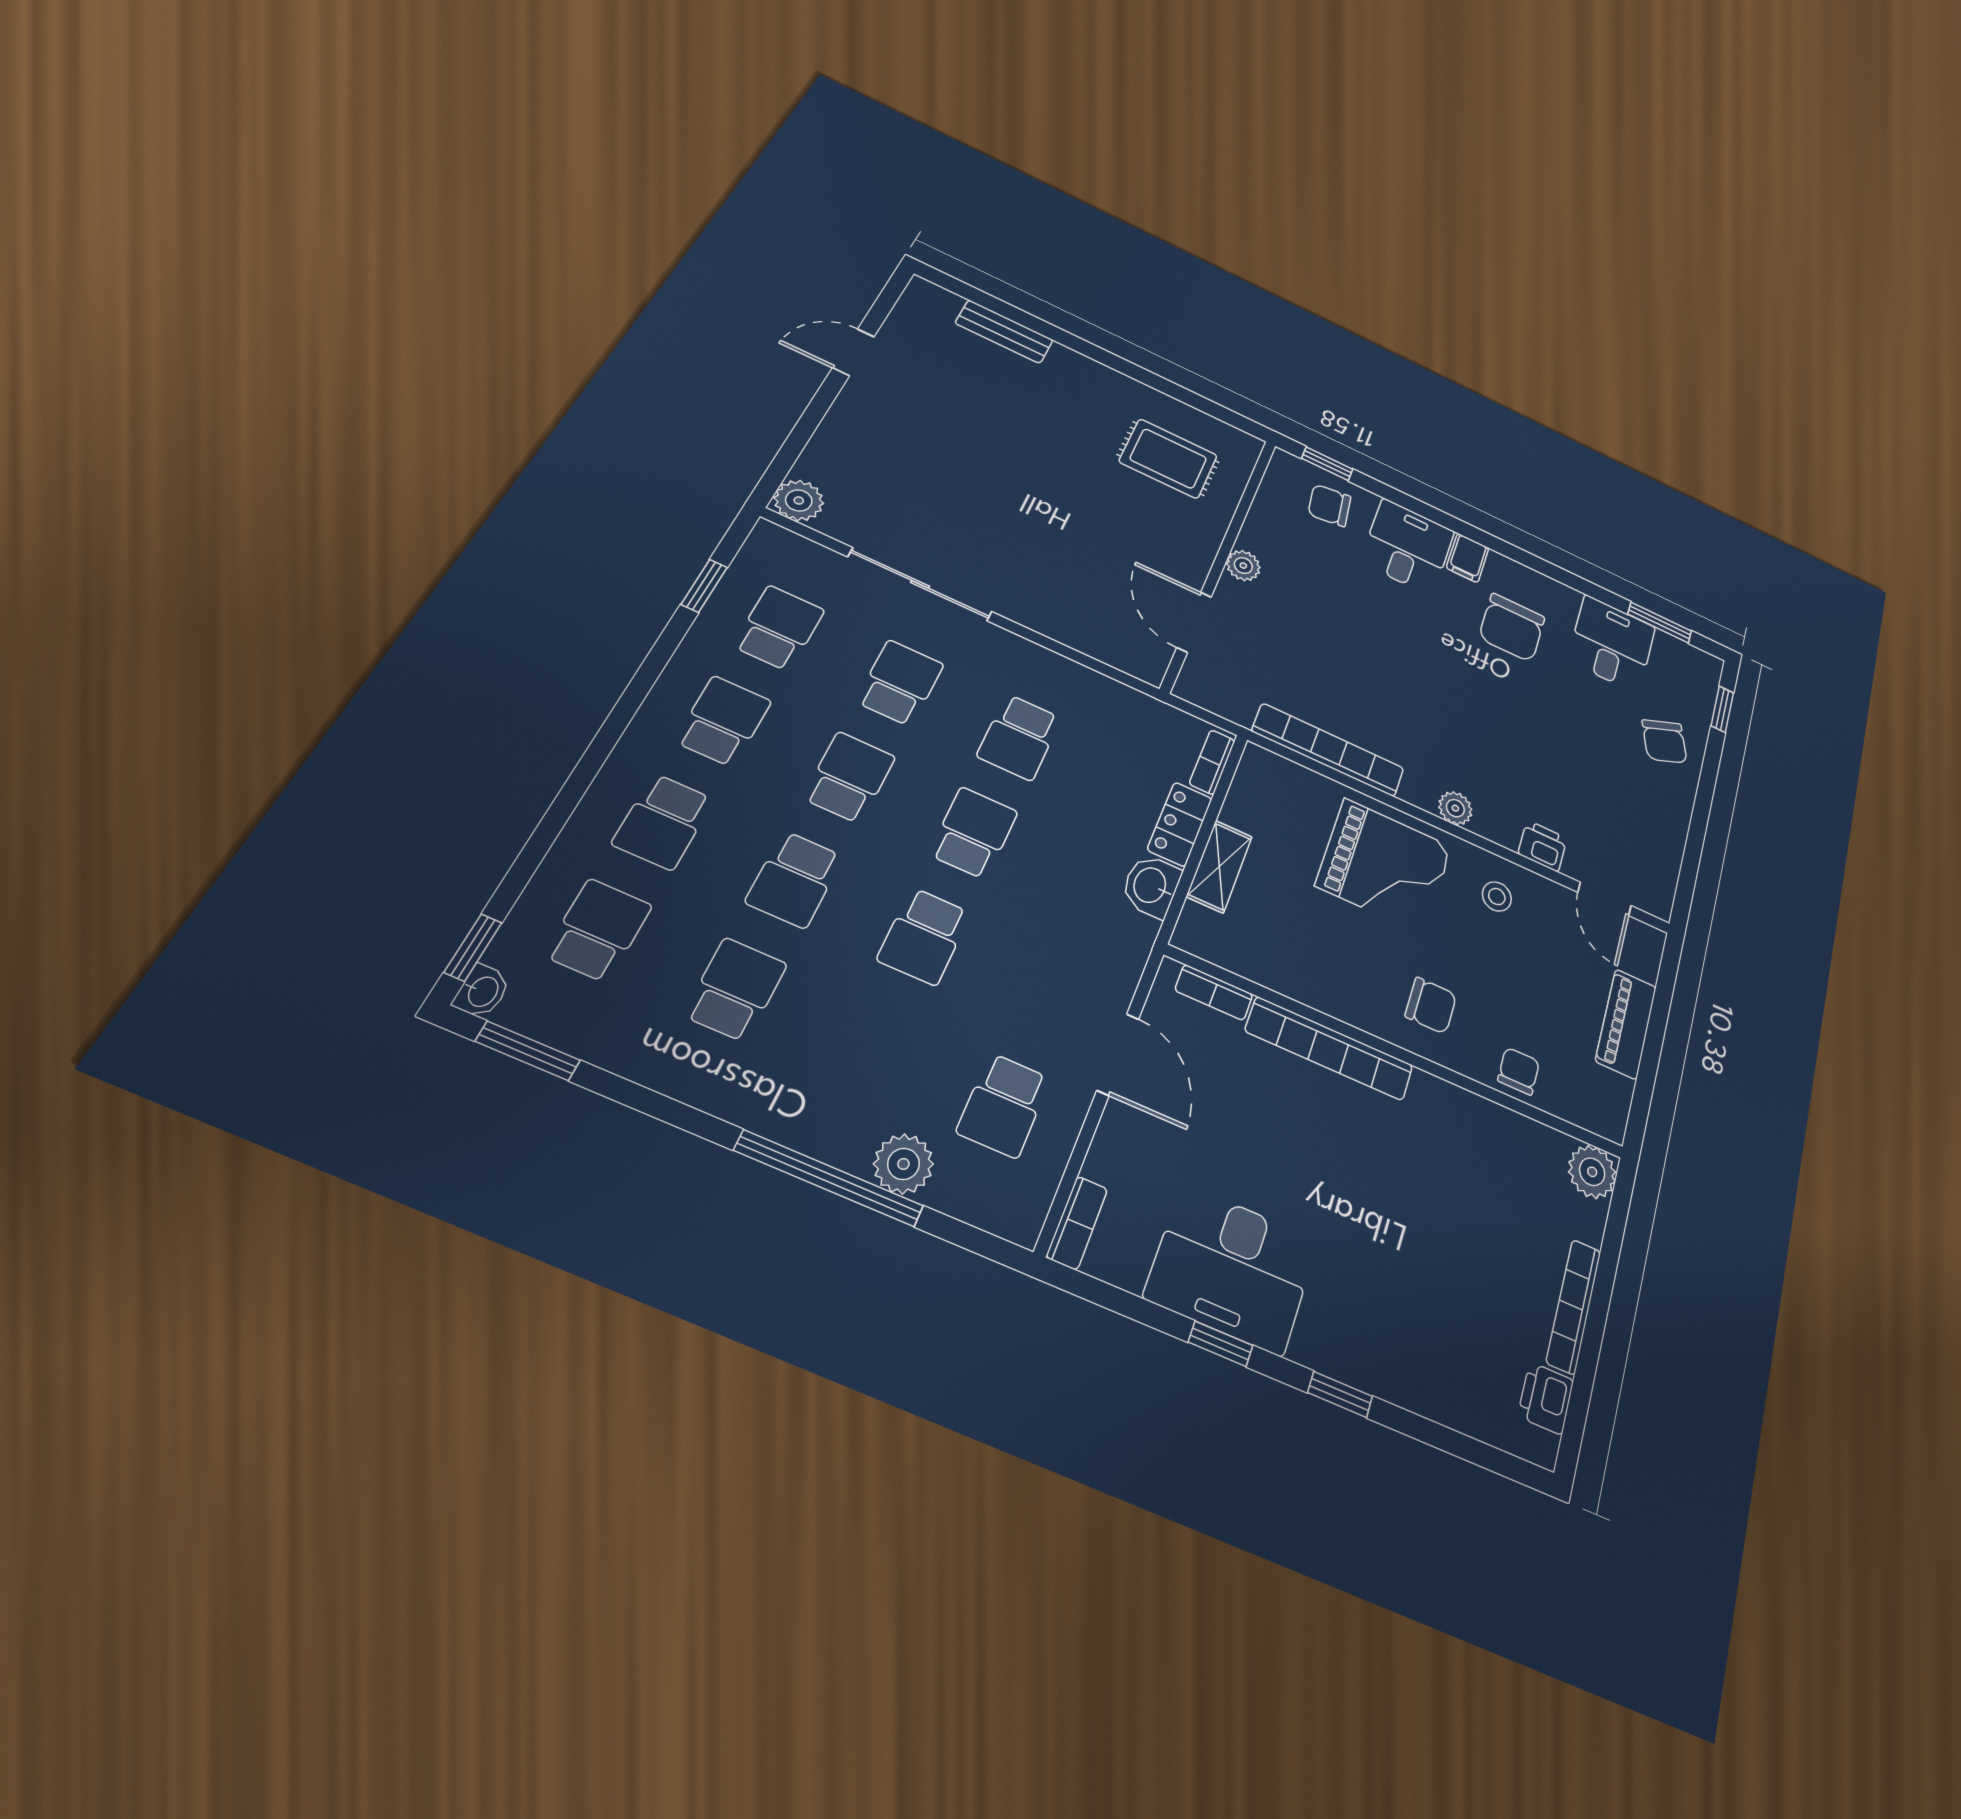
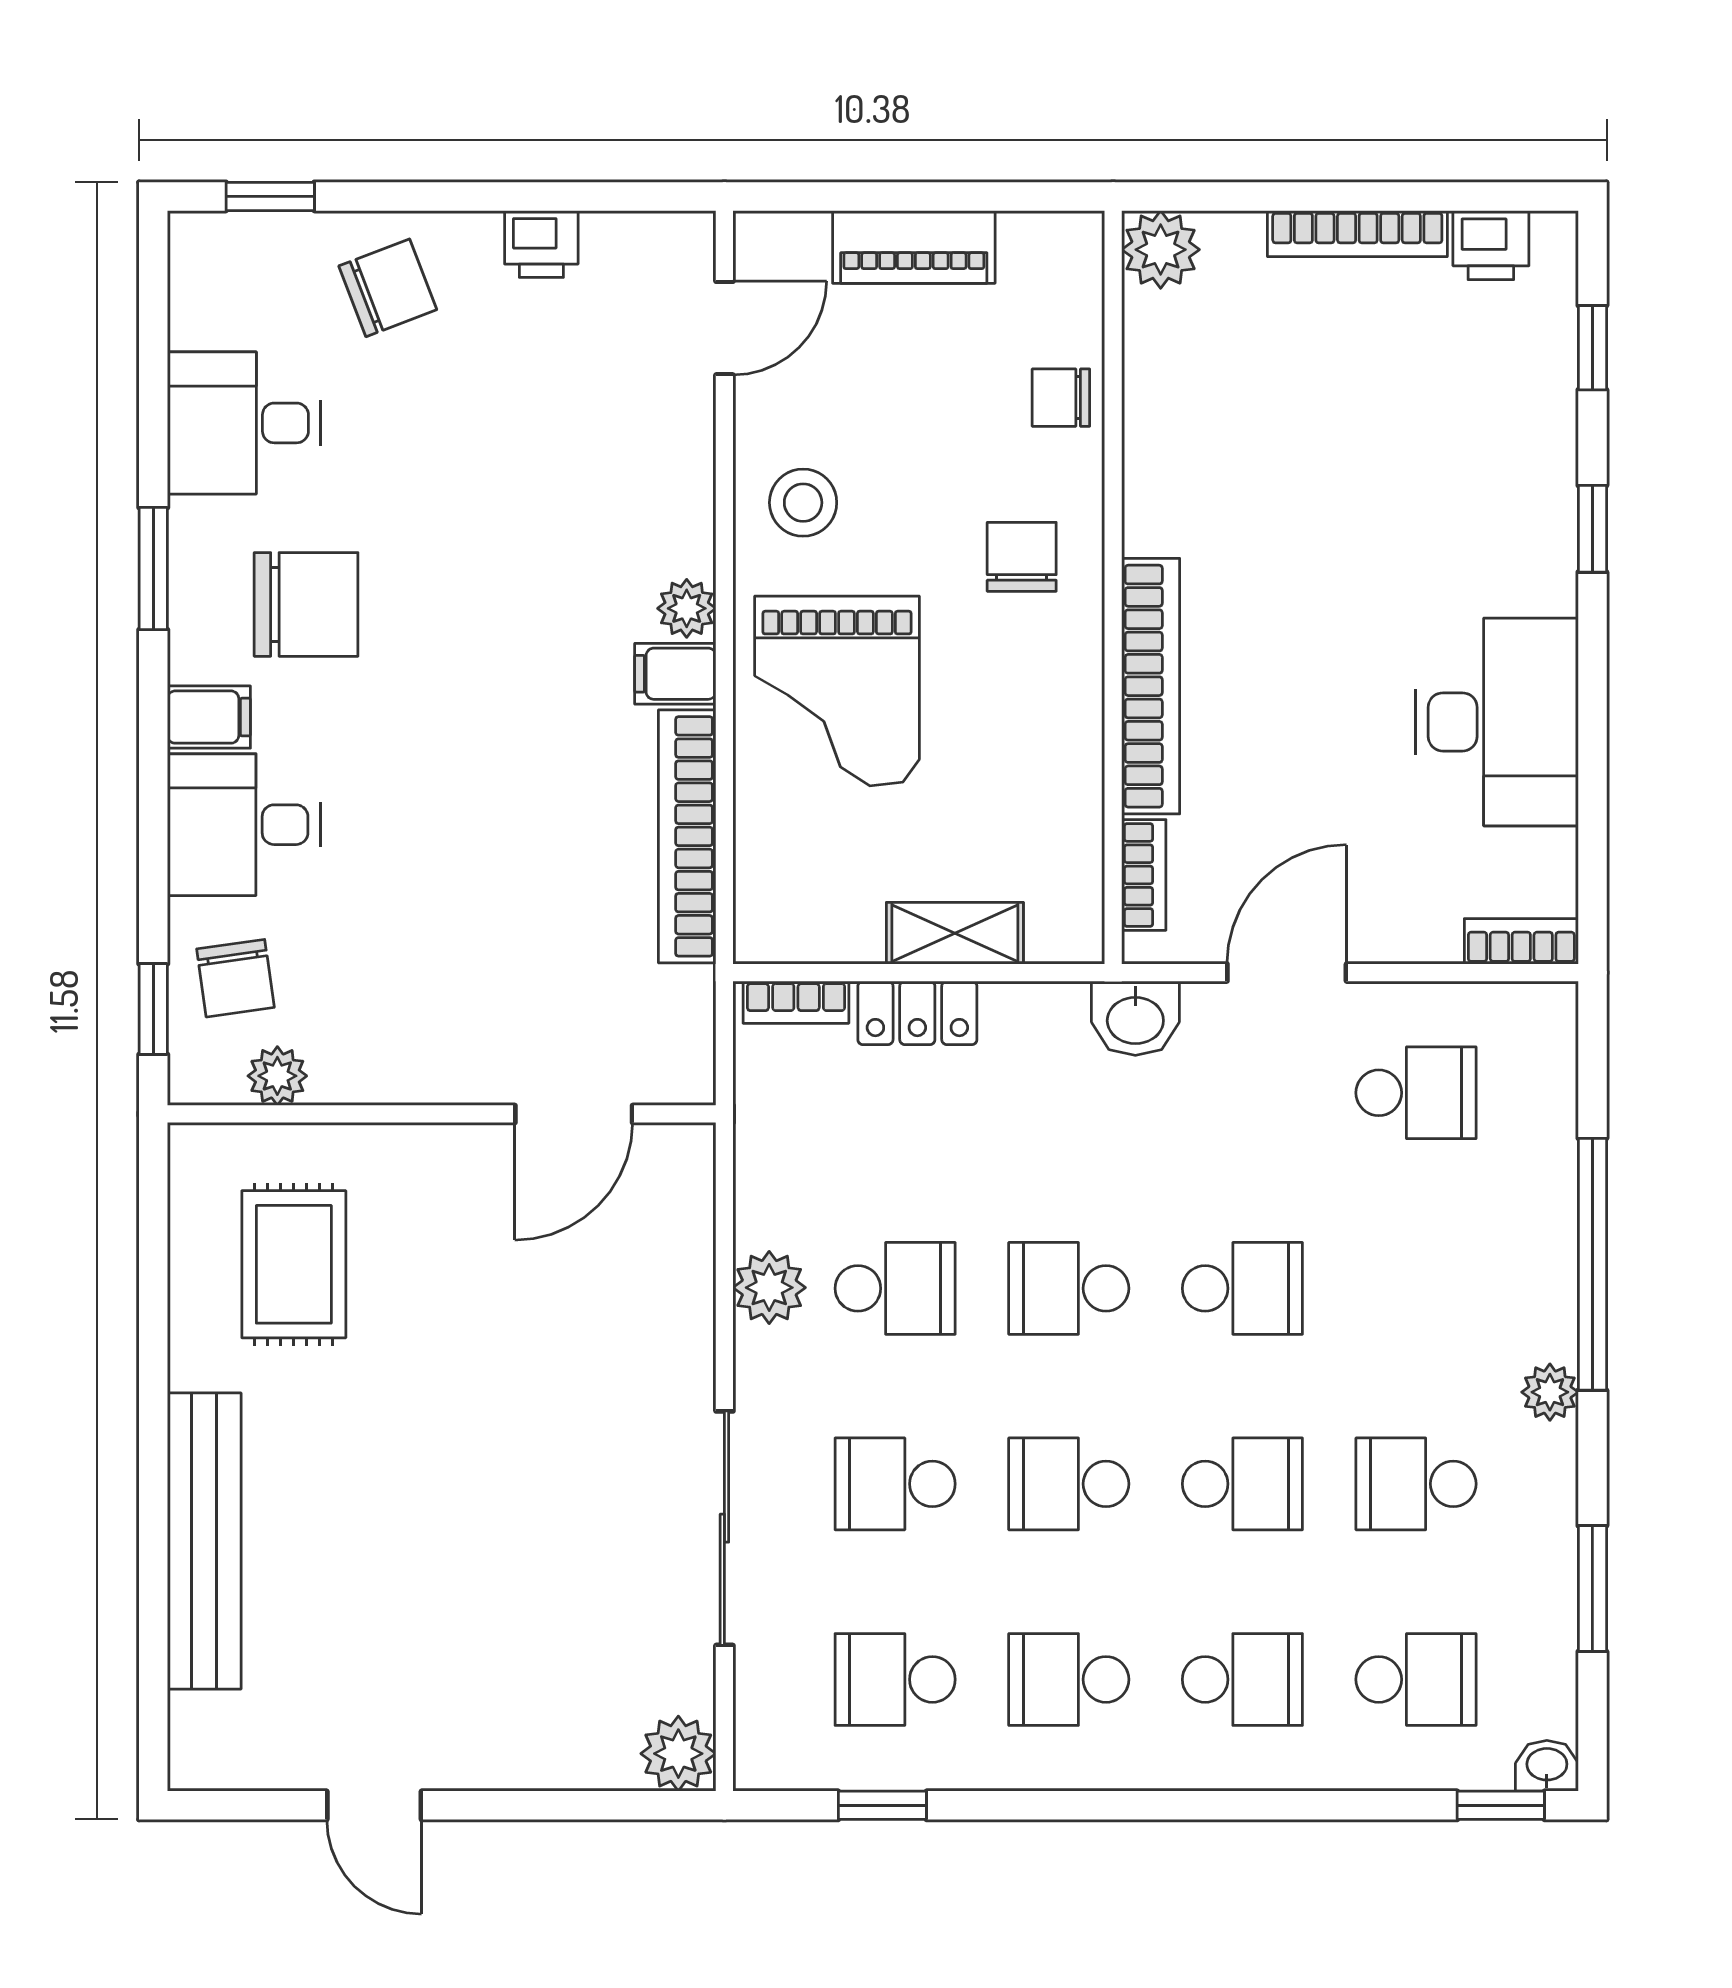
bench: (1004, 332) -> (204, 1541), width x1.86, depth x1.21
plant: (1243, 566) -> (277, 1076), moved
window: (1660, 623) -> (153, 569), moved
plant: (1051, 672) -> (769, 1288), added
filing cabinet: (1421, 786) -> (675, 674), added
printer: (1543, 846) -> (541, 244), moved, turned -90
grand piano: (1384, 866) -> (837, 691), turned 180
washbasin: (1151, 886) -> (1135, 1018), moved
stool: (1497, 897) -> (803, 503), width x1.37, depth x1.37
school desk: (598, 930) -> (1416, 1679), turned 180
window: (528, 1051) -> (1592, 1589), moved
plant: (903, 1164) -> (1550, 1392), moved, width x0.73, depth x0.73
window: (1221, 1344) -> (1592, 348), moved

